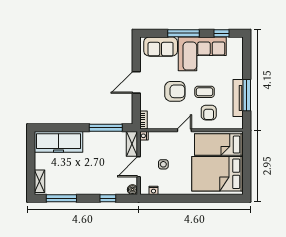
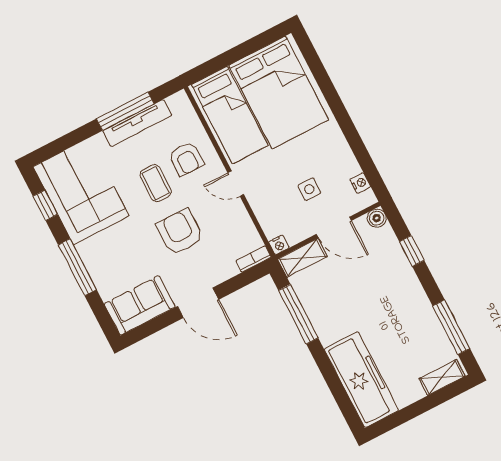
sofa: (161, 47) -> (140, 305), moved, turned -90
corner sofa: (202, 54) -> (81, 191), moved
armchair: (209, 113) -> (186, 159), turned 90

